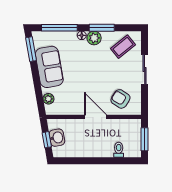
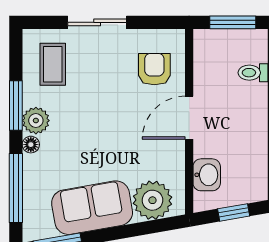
coffee table: (123, 47) -> (53, 64), turned 39
plant: (48, 99) -> (152, 200), width x1.88, depth x1.88
armchair: (121, 99) -> (154, 69), turned 147
washbasin: (57, 138) -> (207, 175), moved, turned 100

